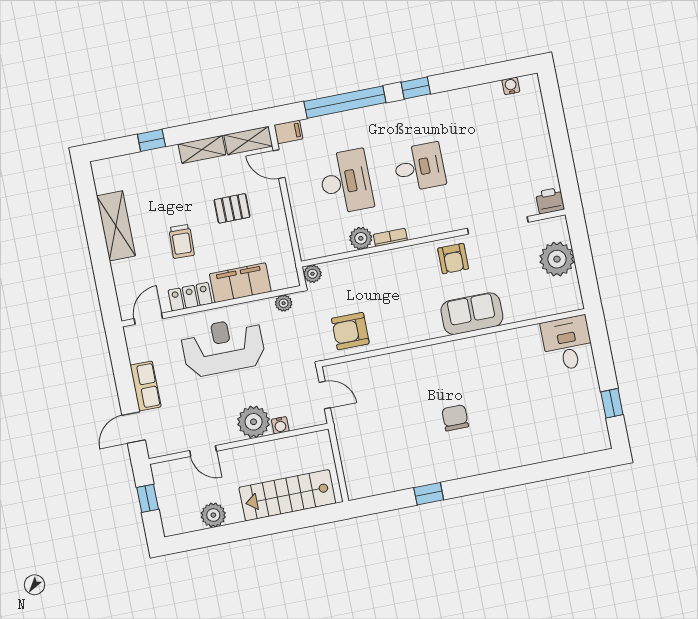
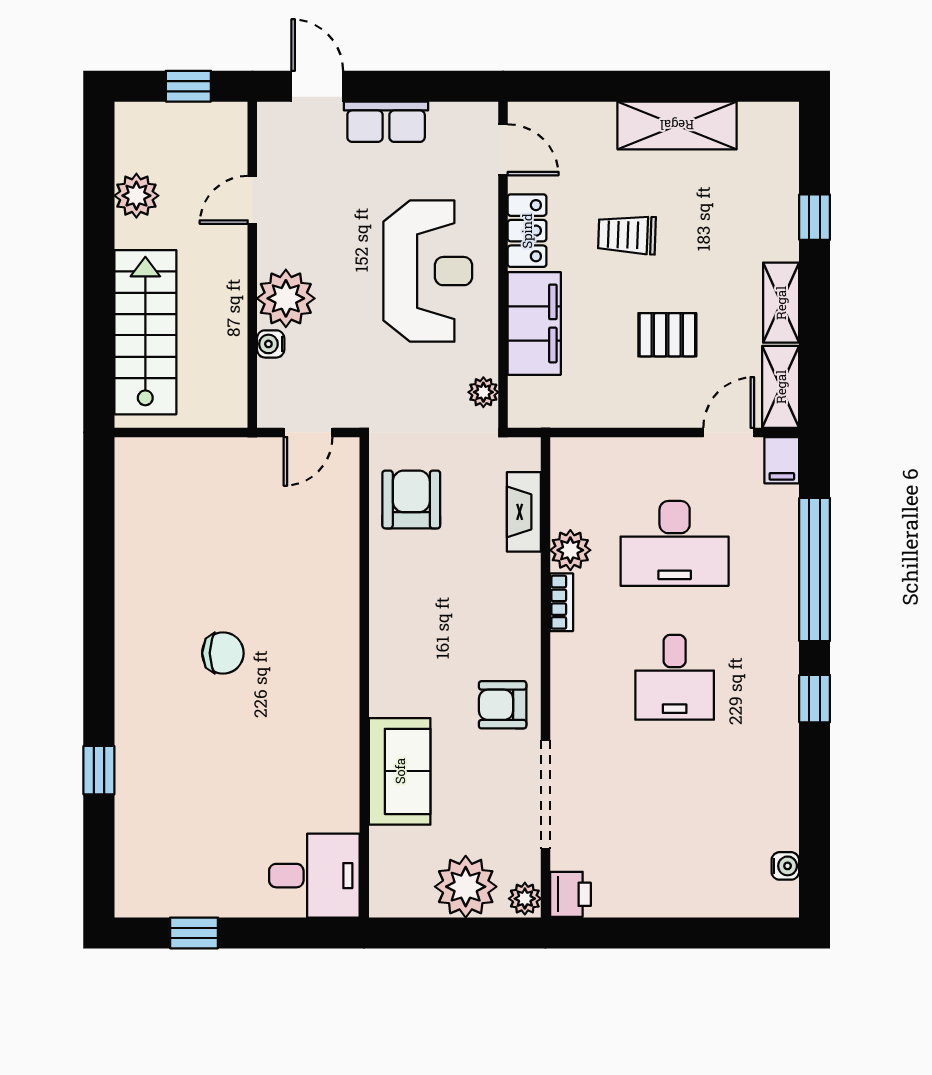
pallet: (232, 208) -> (667, 335), turned 90
fireplace: (345, 268) -> (524, 512), added
plant: (312, 274) -> (525, 899), moved
sofa: (472, 314) -> (400, 771), moved
window: (429, 494) -> (99, 770), moved

